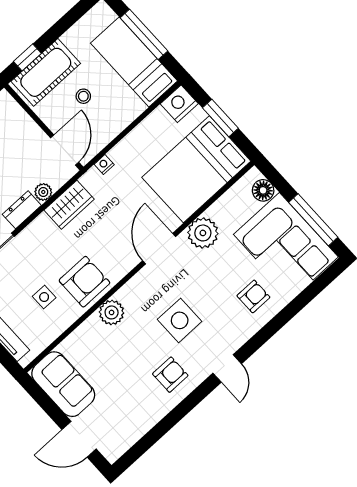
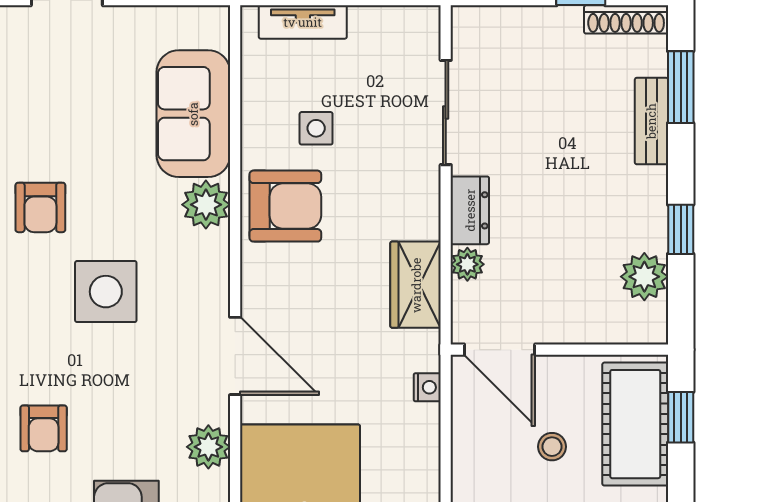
plant: (203, 233) -> (208, 447), width x0.73, depth x0.73
armchair: (84, 282) -> (285, 206), turned -90
sofa: (63, 384) -> (193, 114), moved, turned 90

